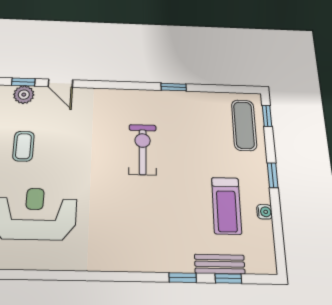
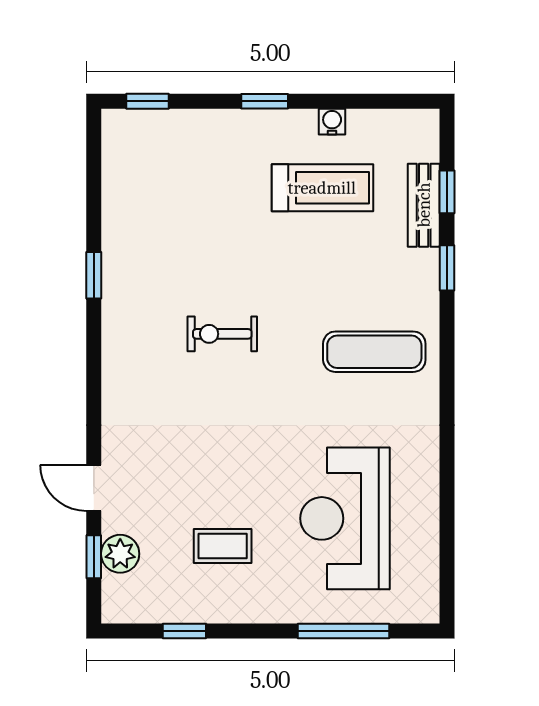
door: (60, 83) -> (94, 488), swing flipped
exercise mat: (244, 125) -> (374, 352), moved
exercise bike: (143, 149) -> (222, 334), width x0.73, depth x0.72

